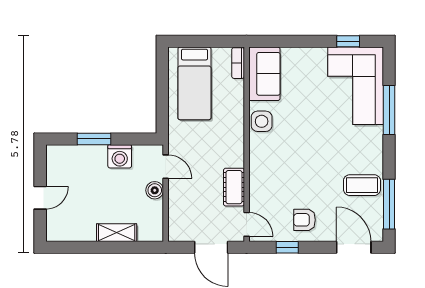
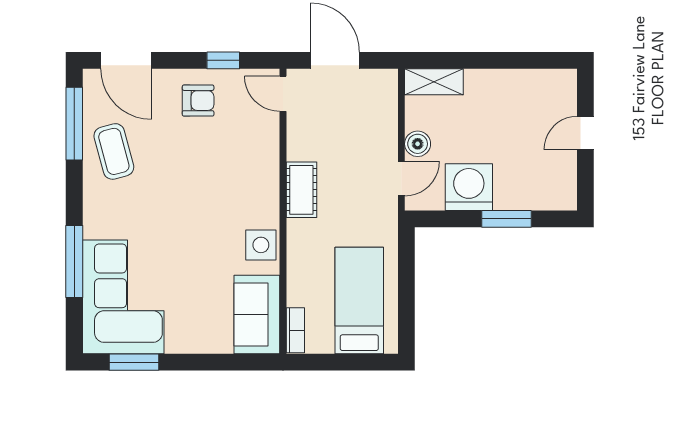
window: (348, 41) -> (134, 362), width x1.50
washing machine: (120, 156) -> (469, 187), width x1.37, depth x1.37
door: (166, 167) -> (401, 178), swing flipped
coffee table: (362, 185) -> (114, 151), turned 75
cot: (234, 187) -> (301, 190), moved
shelving: (117, 233) -> (434, 82), moved

